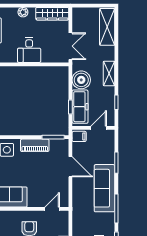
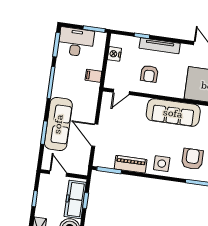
door: (99, 128) -> (58, 173), swing flipped
filing cabinet: (79, 136) -> (93, 76), moved
sofa: (104, 188) -> (58, 124), moved

